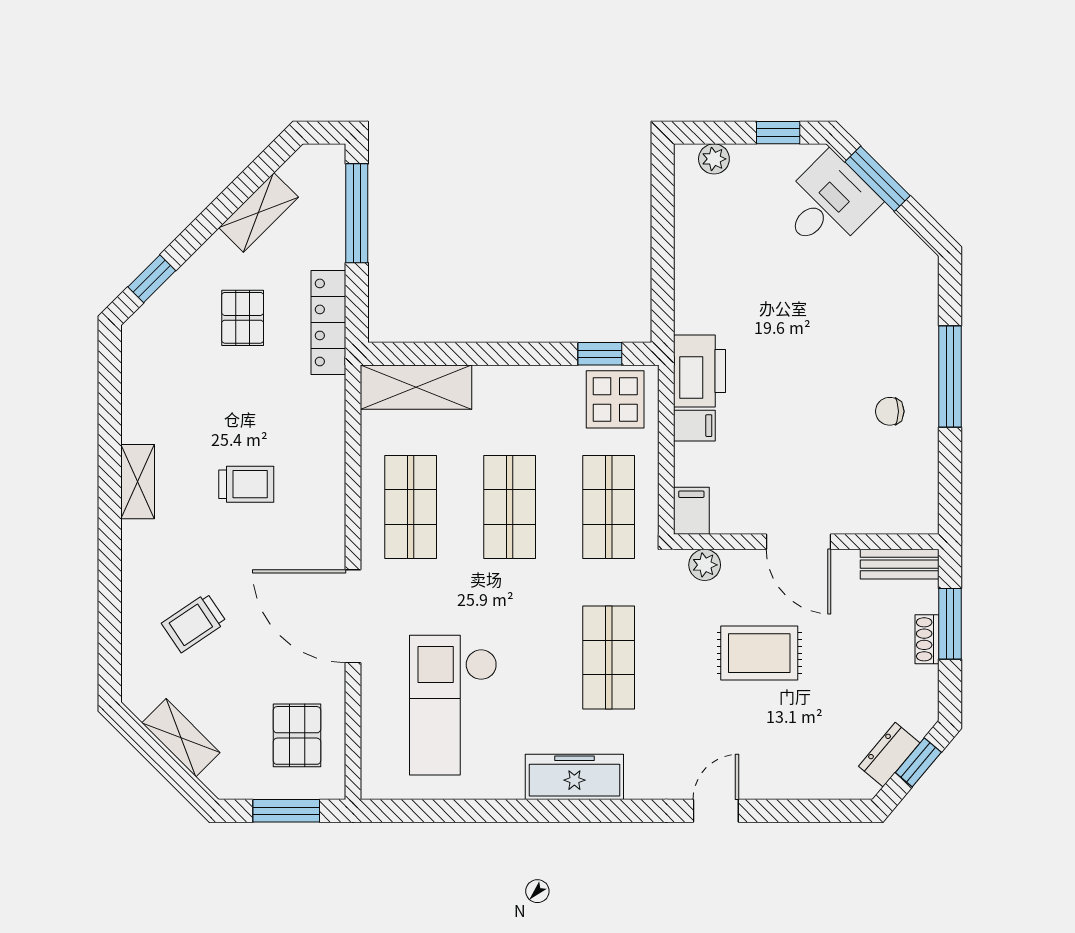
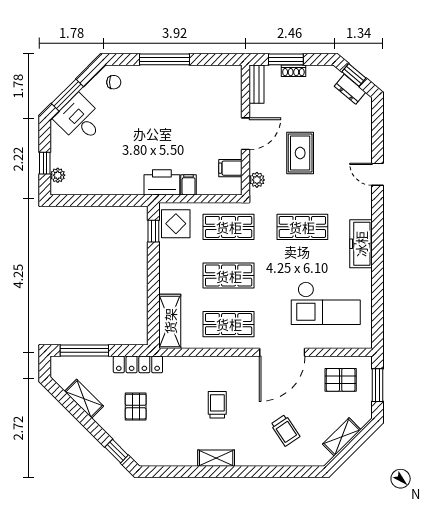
window: (778, 133) -> (45, 163), moved
pallet: (243, 318) -> (136, 407), turned 90
chair: (890, 411) -> (114, 82), moved, turned -90
filing cabinet: (691, 511) -> (230, 168), moved

